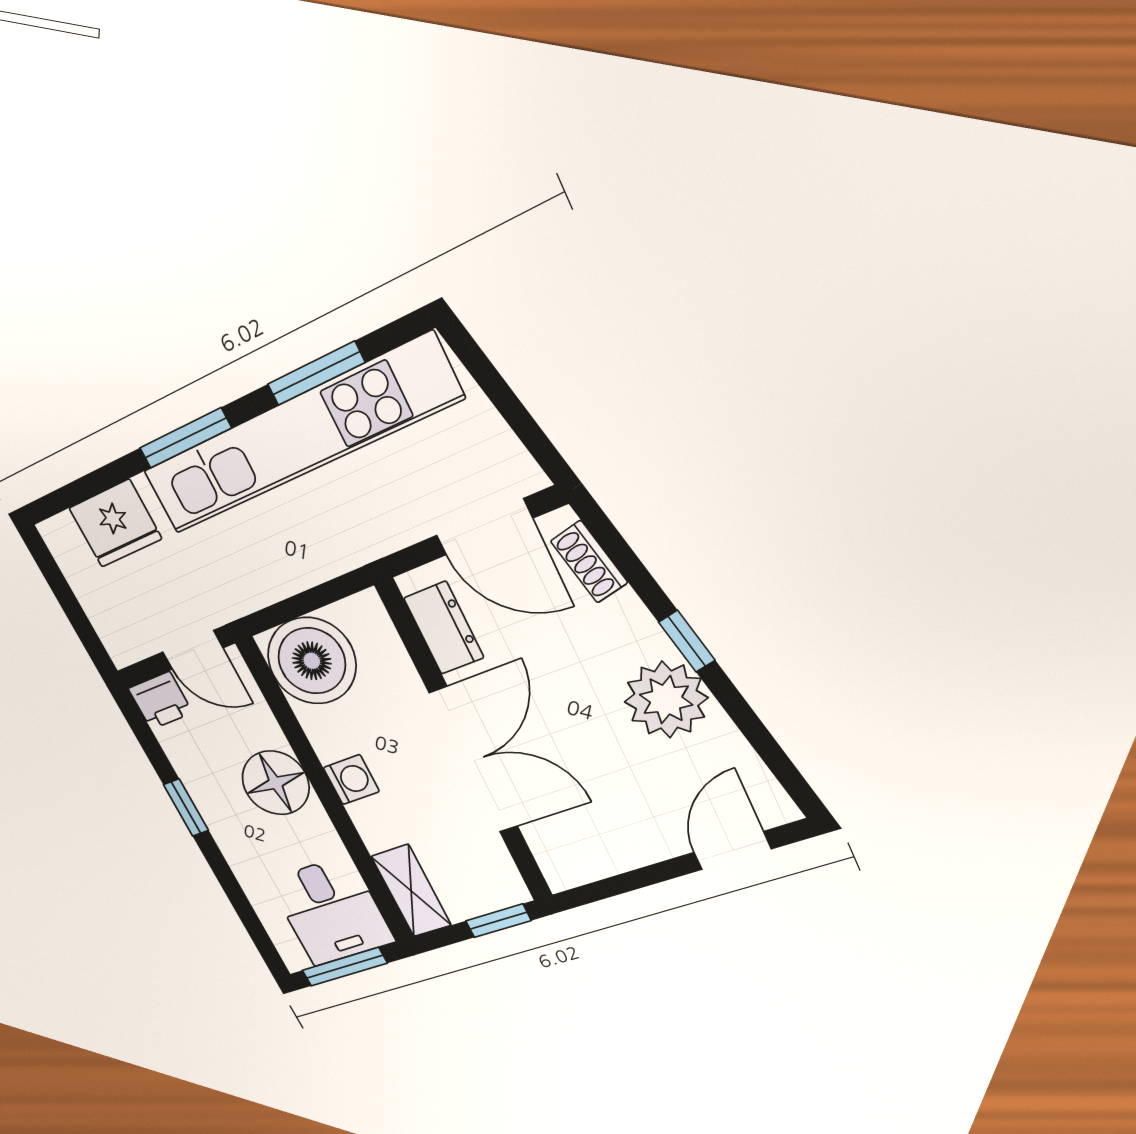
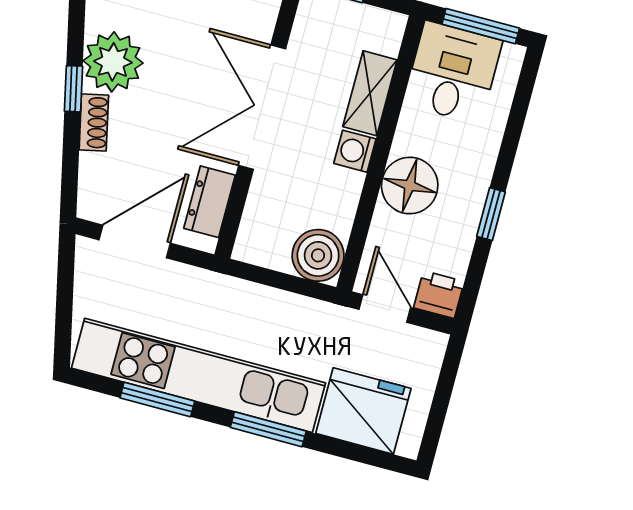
fridge: (115, 523) -> (363, 411), width x1.36, depth x1.34
door: (484, 527) -> (135, 241), hinge flipped
shoe rack: (589, 562) -> (94, 123), moved
boiler: (312, 661) -> (318, 255), width x0.73, depth x0.73
shelving: (411, 891) -> (370, 93), moved

